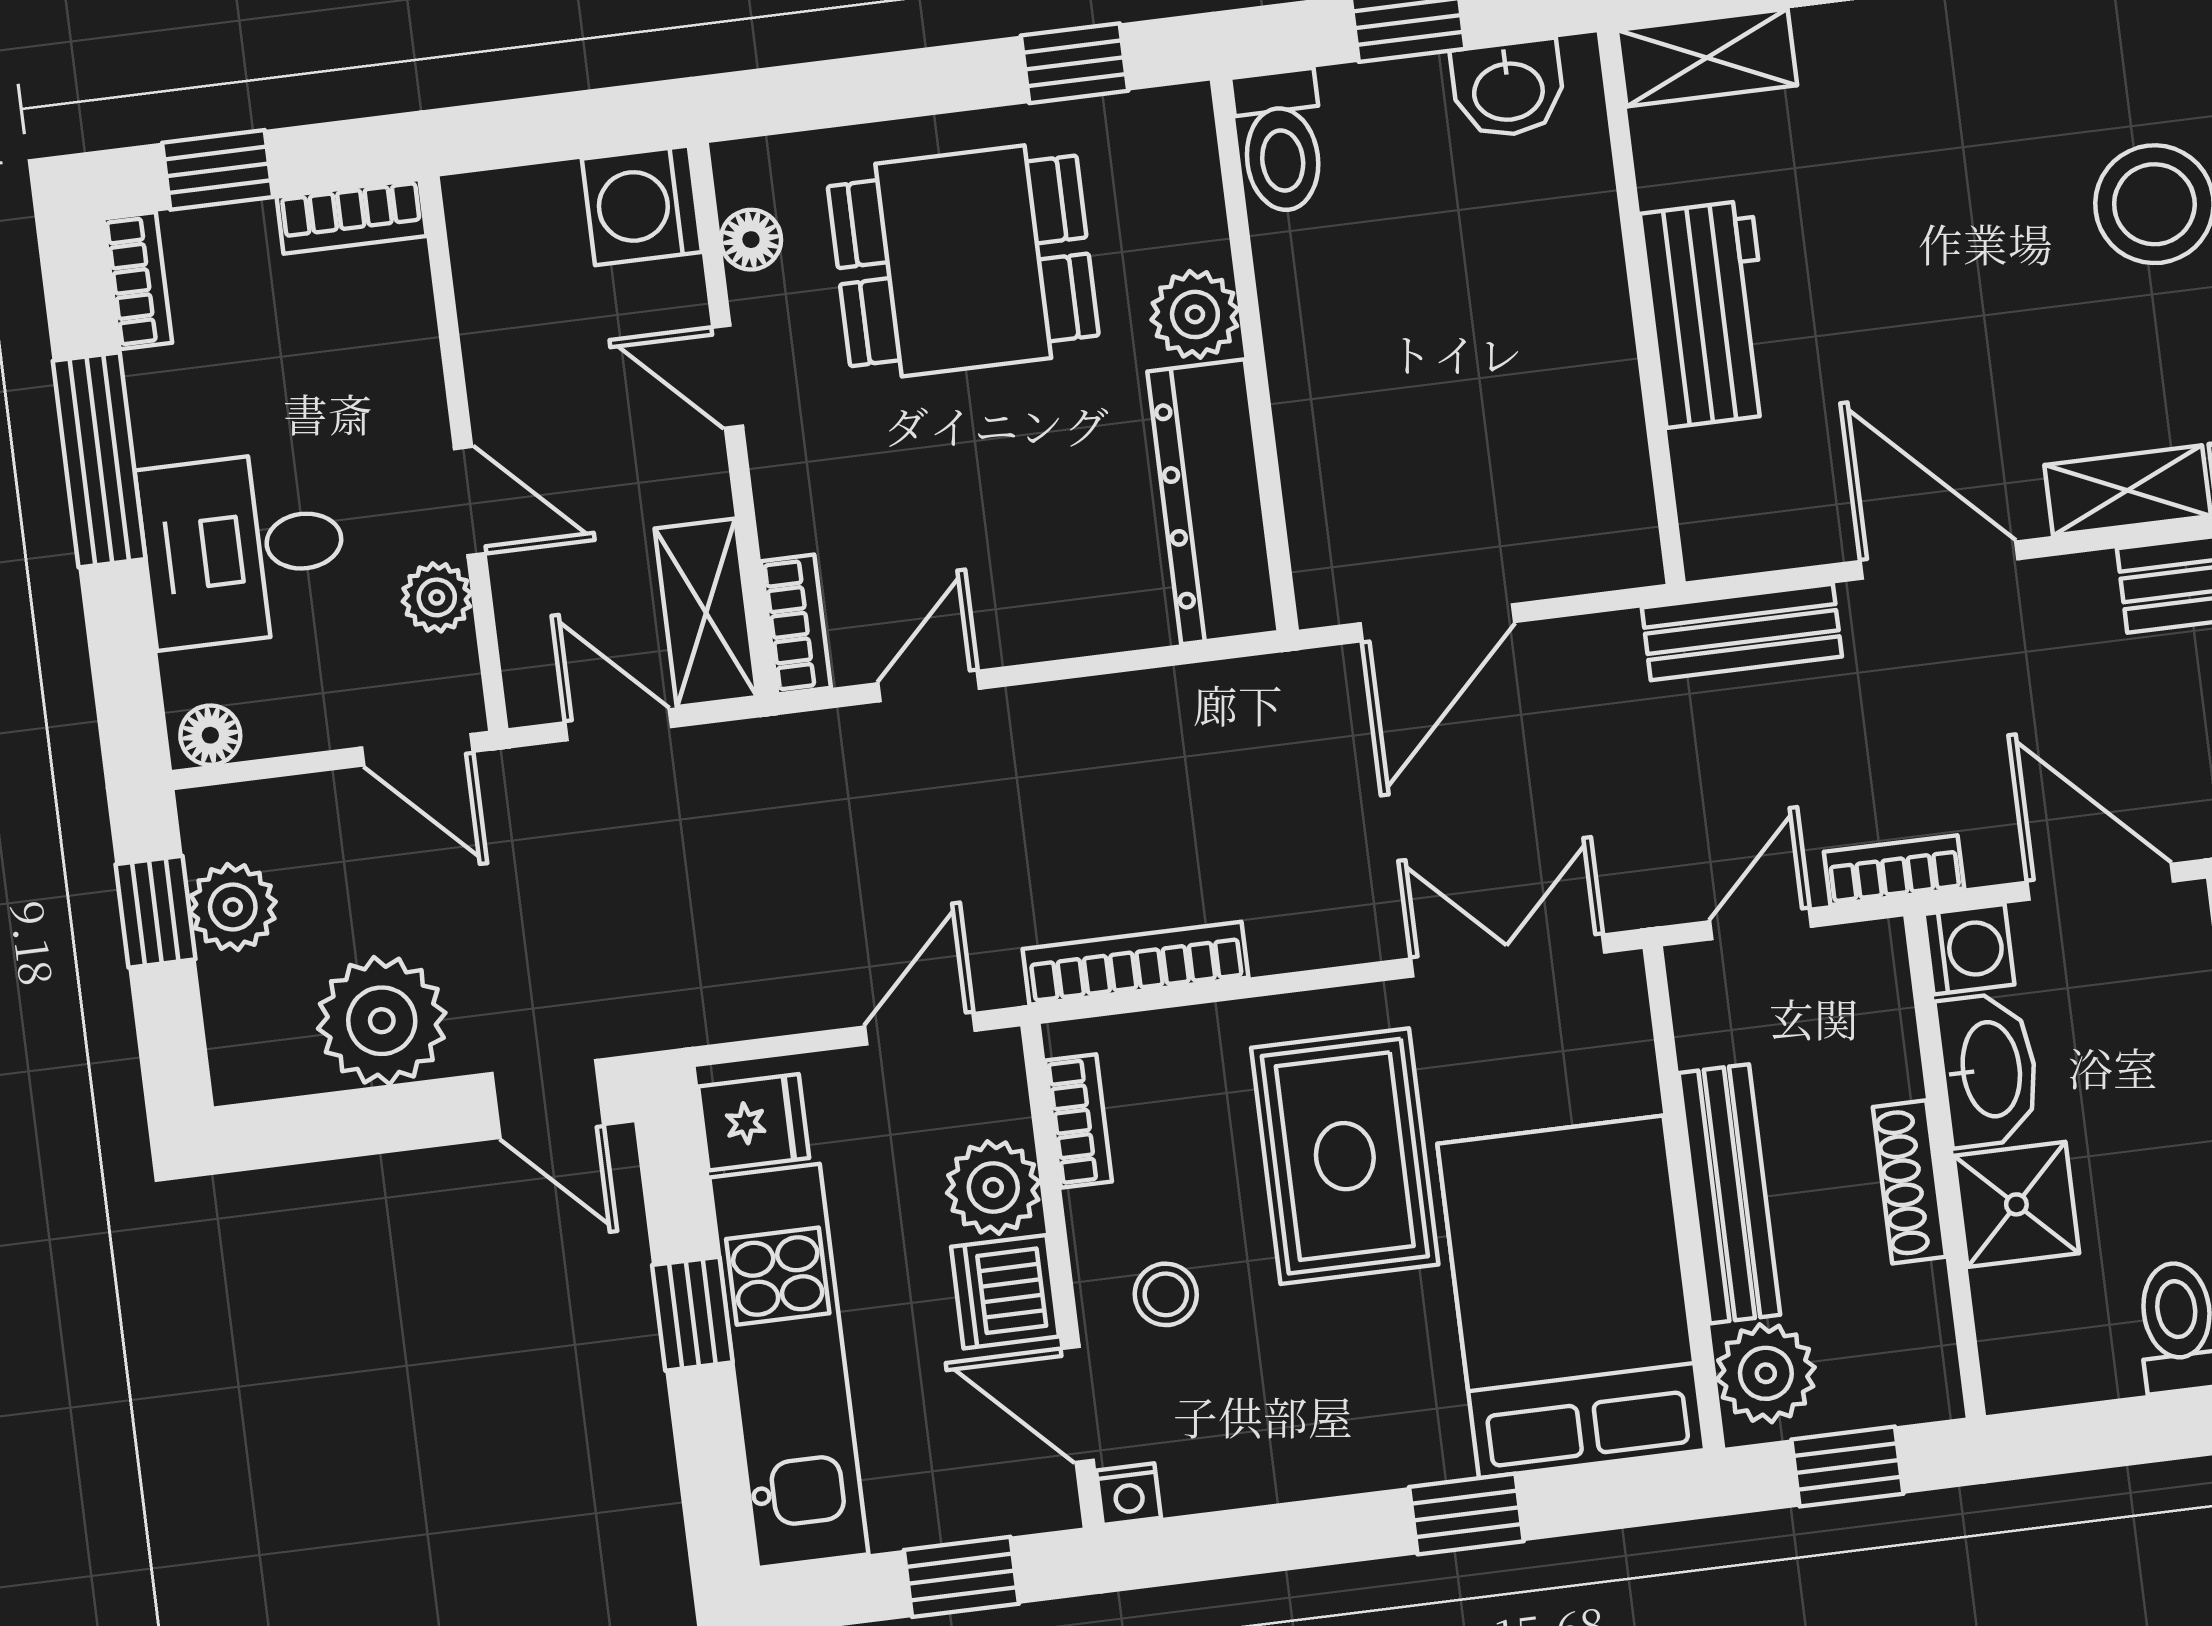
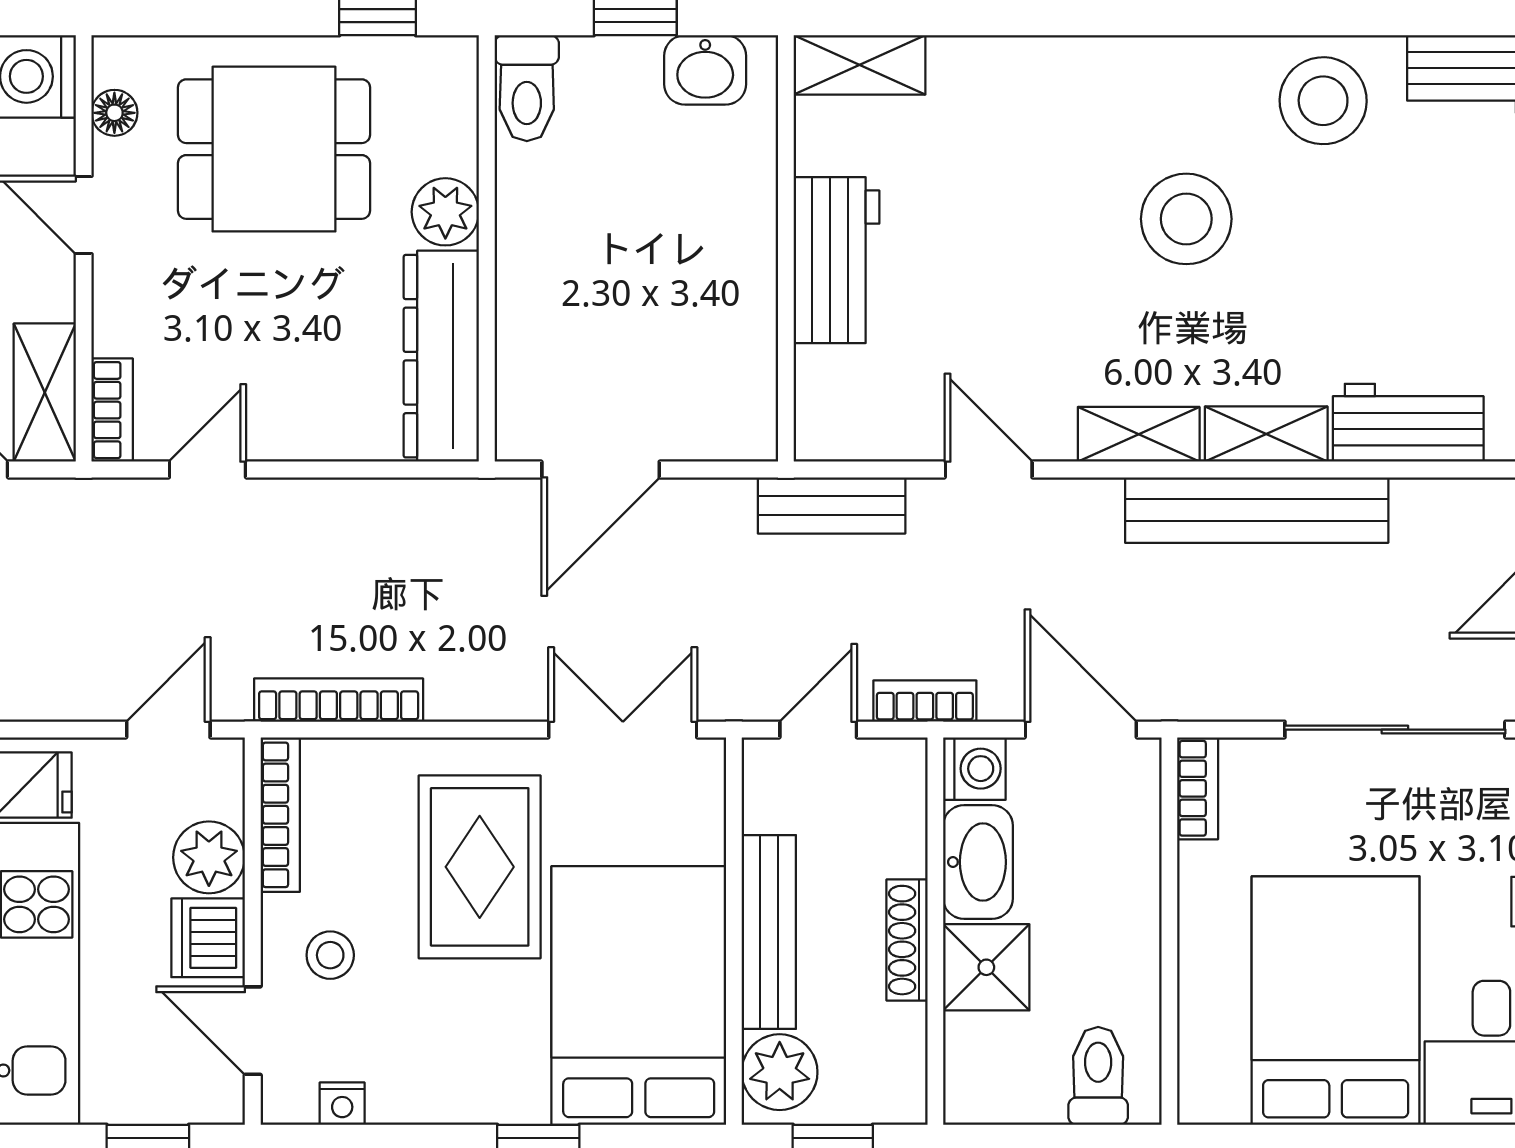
door: (1939, 560) -> (989, 469), width x0.73
bookcase: (1078, 1121) -> (280, 815), width x1.56
nightstand: (1129, 1494) -> (342, 1104), moved

